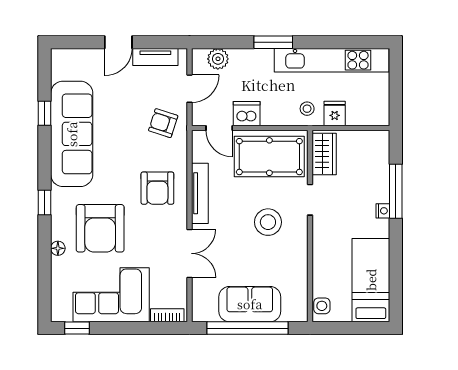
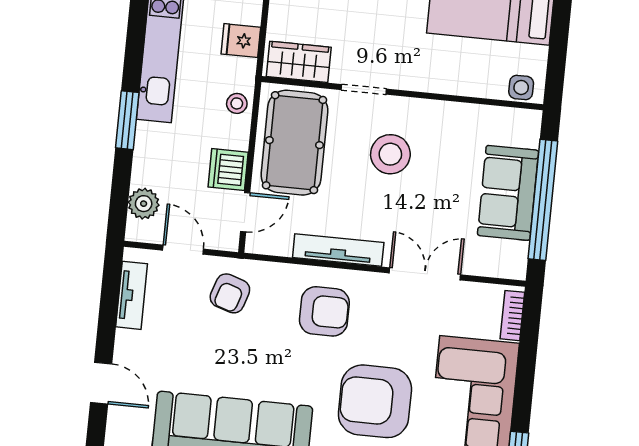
door: (118, 42) -> (101, 383), moved
stool: (307, 109) -> (237, 103), moved
armchair: (100, 228) -> (375, 401), turned 180

